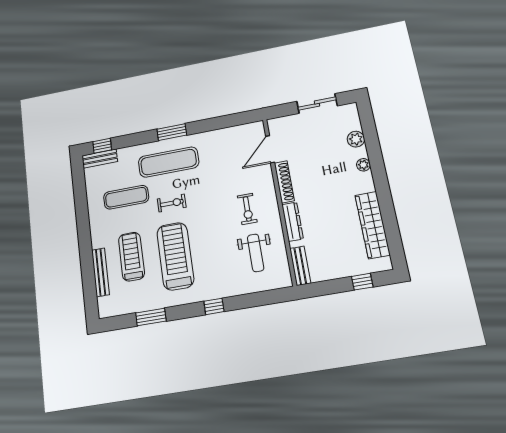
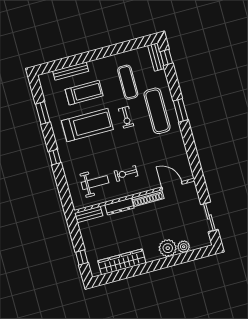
plant: (363, 165) -> (168, 248), width x1.88, depth x1.88
weight bench: (256, 253) -> (95, 183), turned 180

